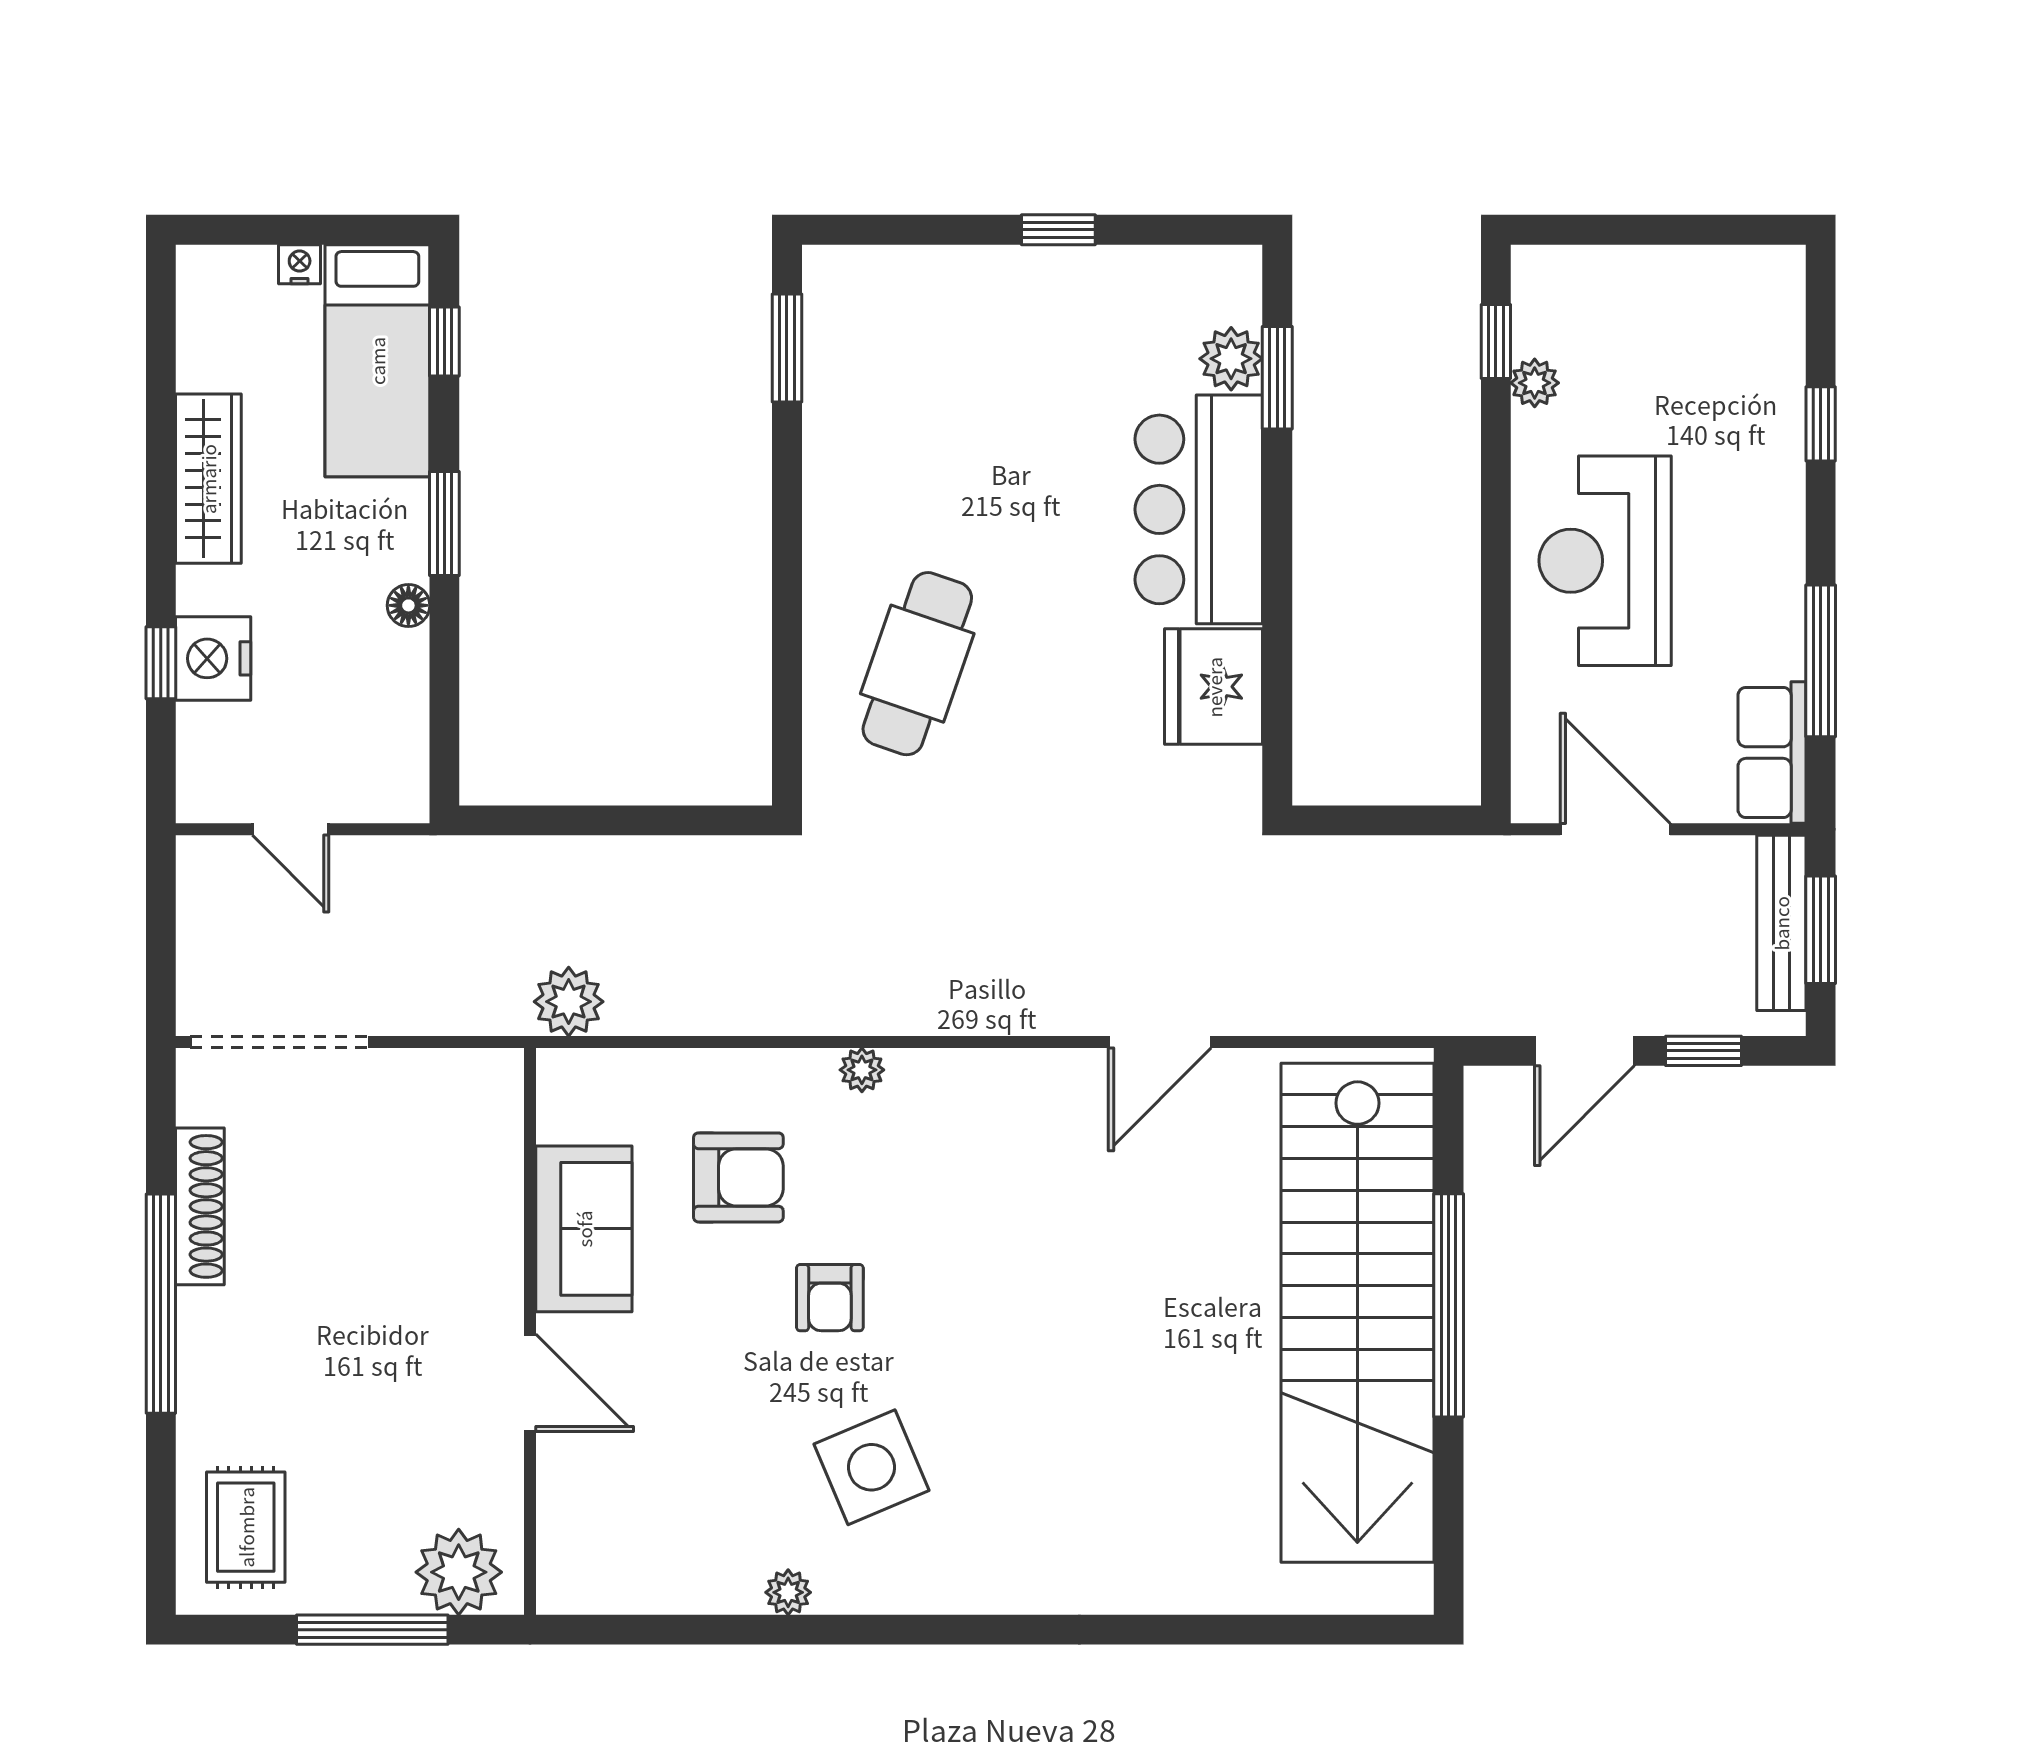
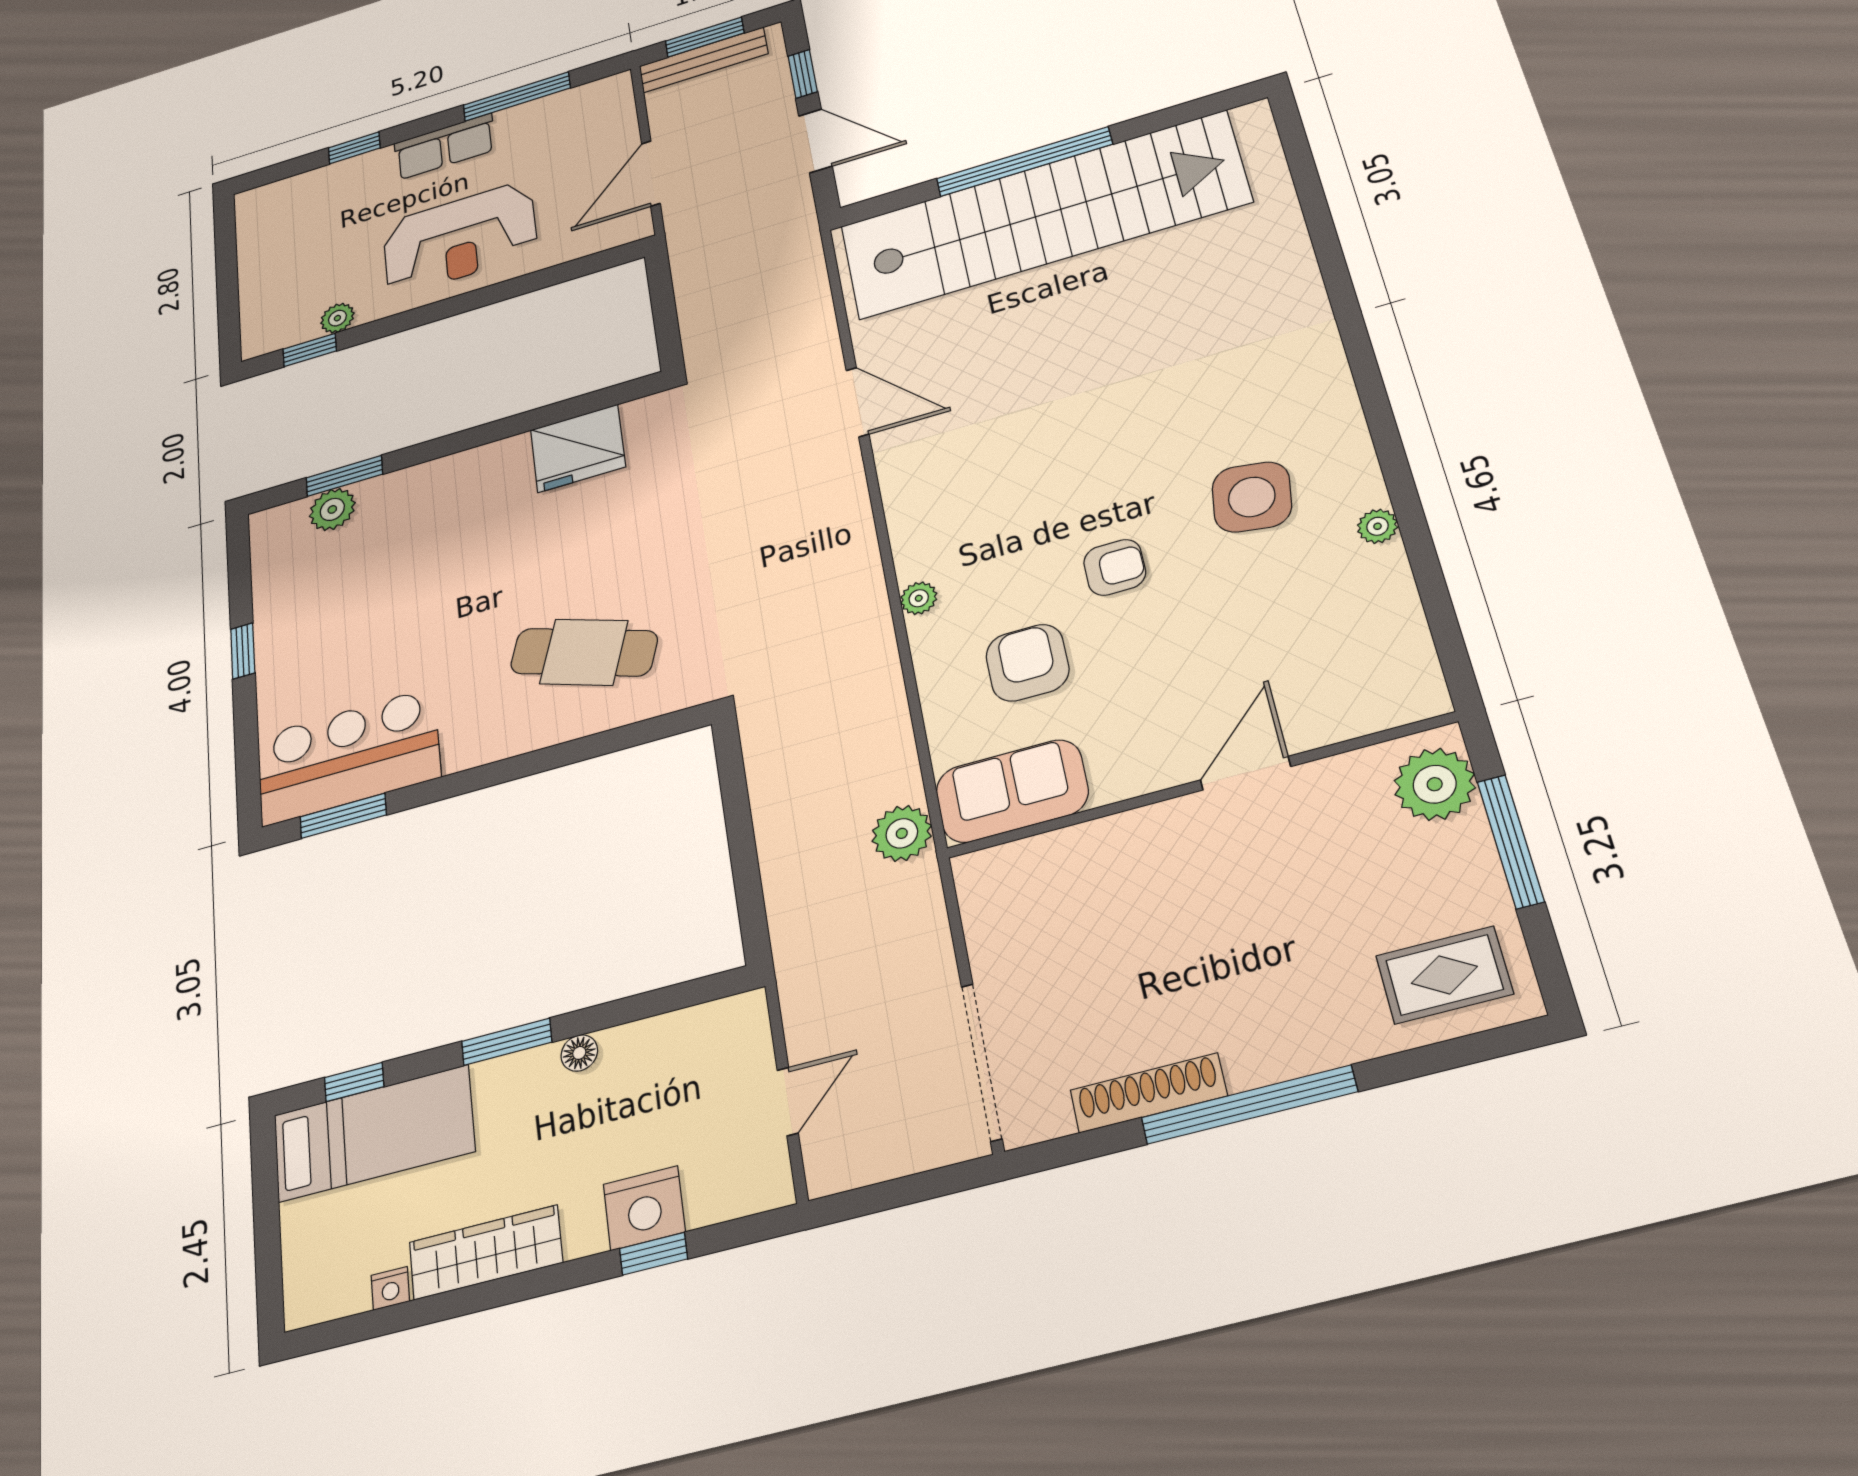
nightstand: (300, 264) -> (390, 1288), moved, turned -90
bar counter: (1199, 509) -> (348, 757), moved, turned 180
row of seats: (1772, 753) -> (445, 147), moved
sofa: (584, 1229) -> (1012, 791), moved
side table: (871, 1467) -> (1252, 497), turned 32

